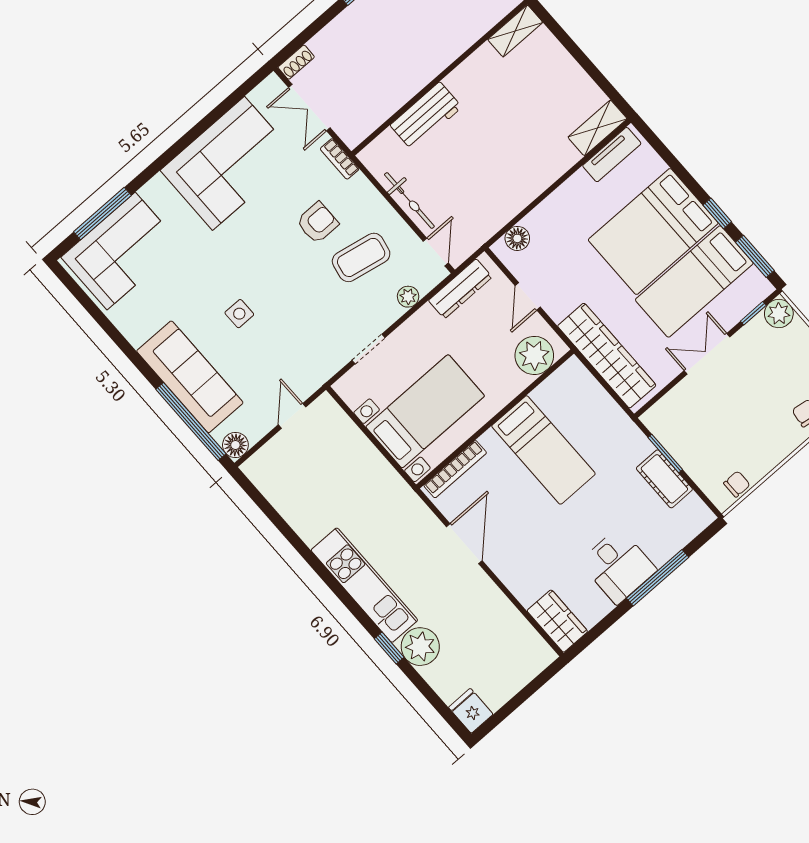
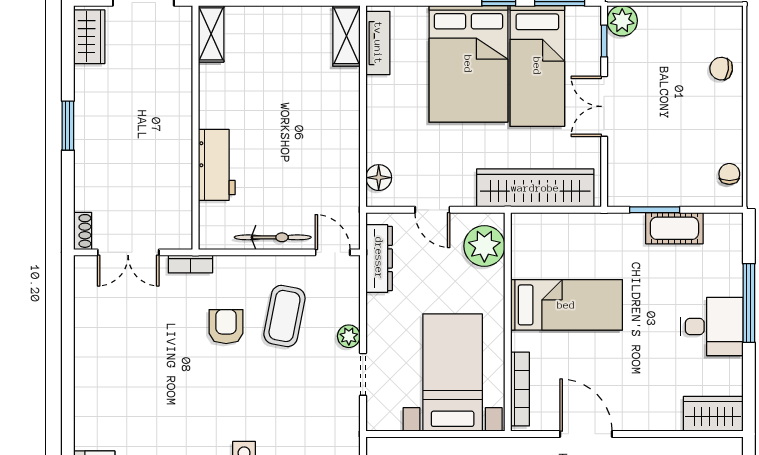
corner sofa: (229, 163) -> (116, 356), removed
plant: (408, 297) -> (349, 336), moved

